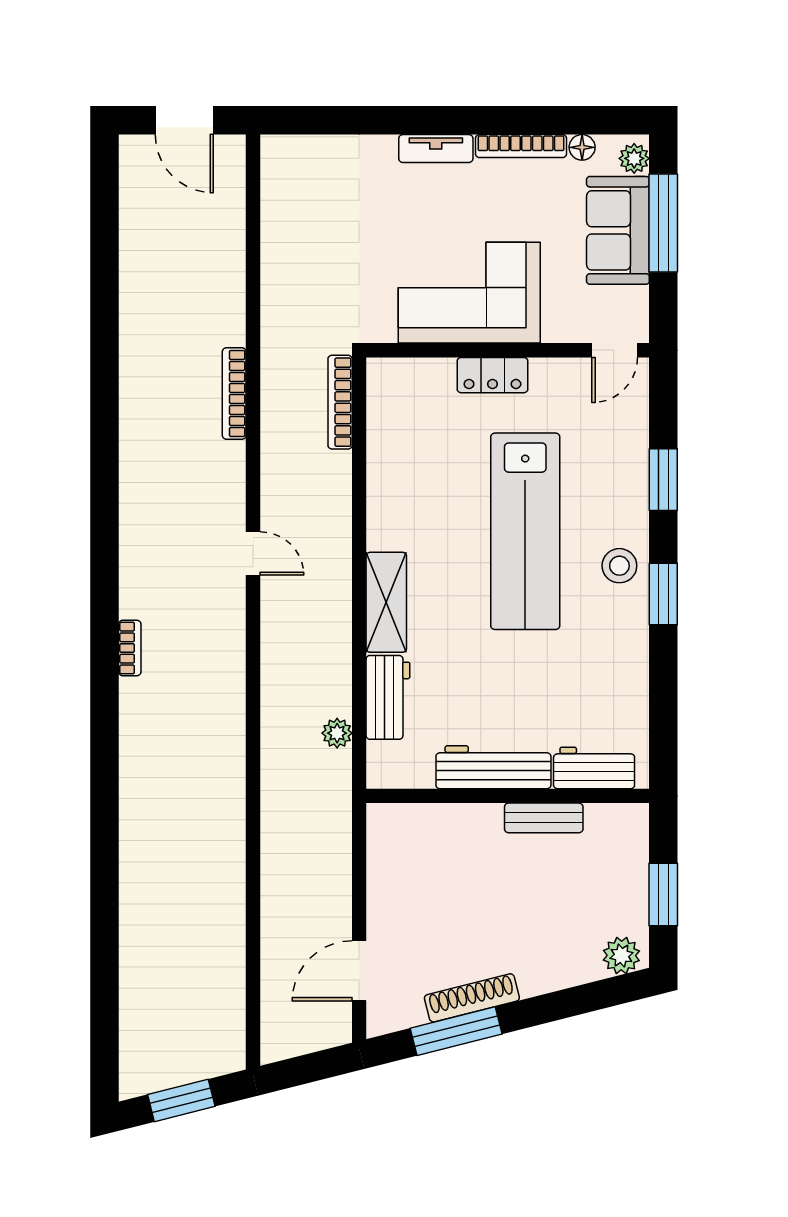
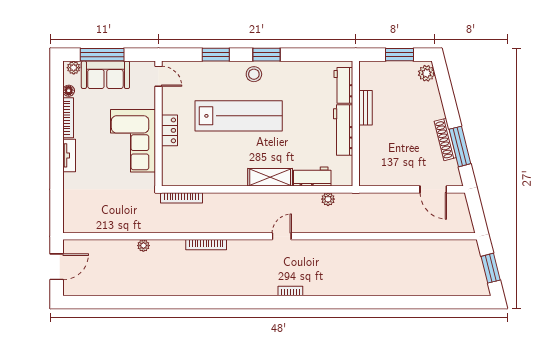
plant: (232, 316) -> (143, 246), added
bookcase: (234, 393) -> (206, 245), moved
door: (253, 553) -> (282, 236), moved

